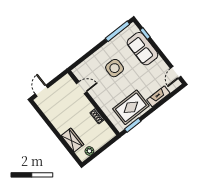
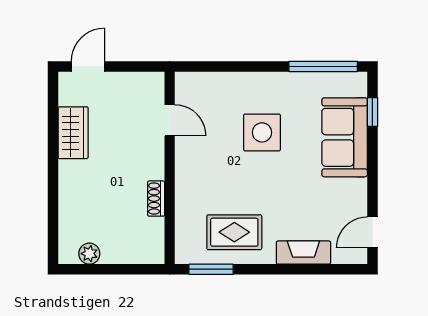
rug: (131, 107) -> (234, 232), width x0.73, depth x0.70
wardrobe: (72, 140) -> (73, 133), moved

